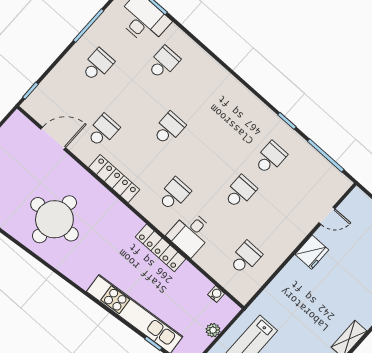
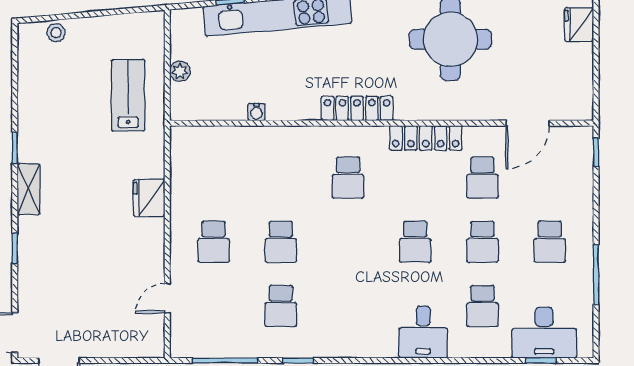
school desk: (133, 97) -> (482, 242), added
desk: (190, 233) -> (423, 332), moved, turned 180
locker: (160, 248) -> (357, 108), moved
fridge: (312, 252) -> (149, 198), moved
school desk: (245, 258) -> (214, 242), moved
water cooler: (216, 294) -> (256, 112), moved

